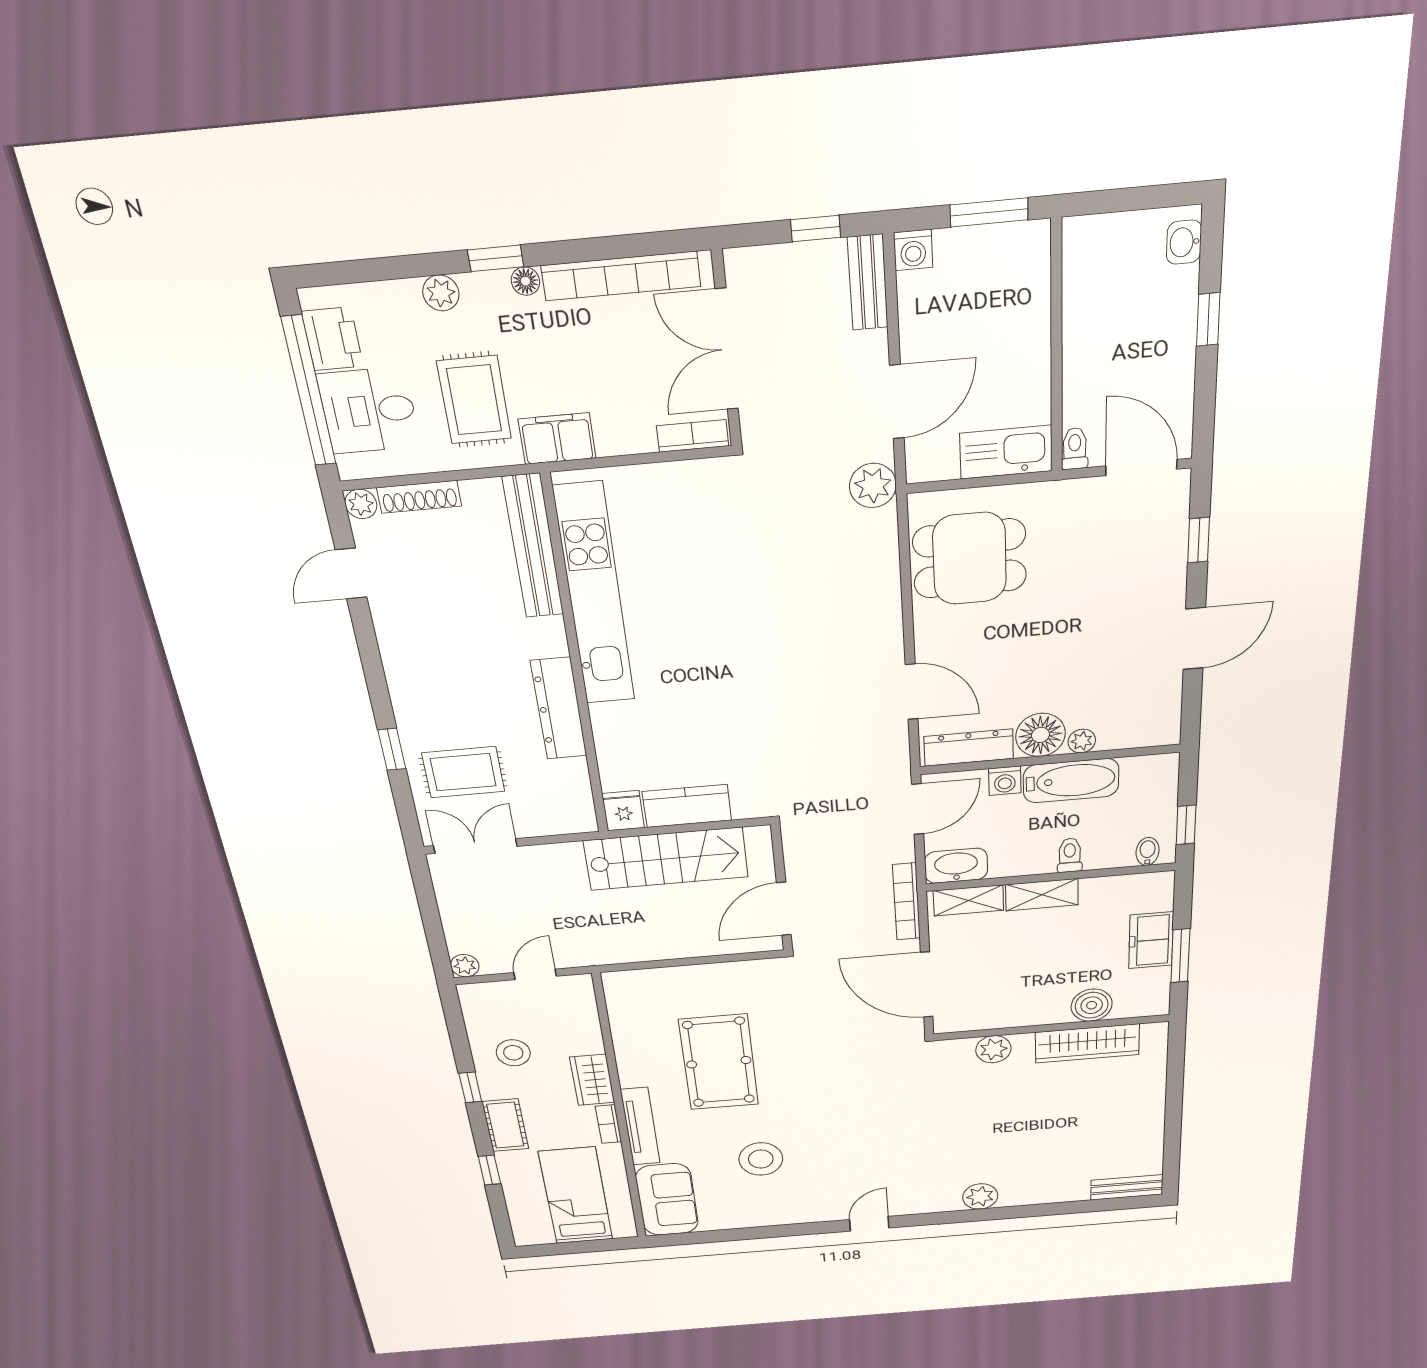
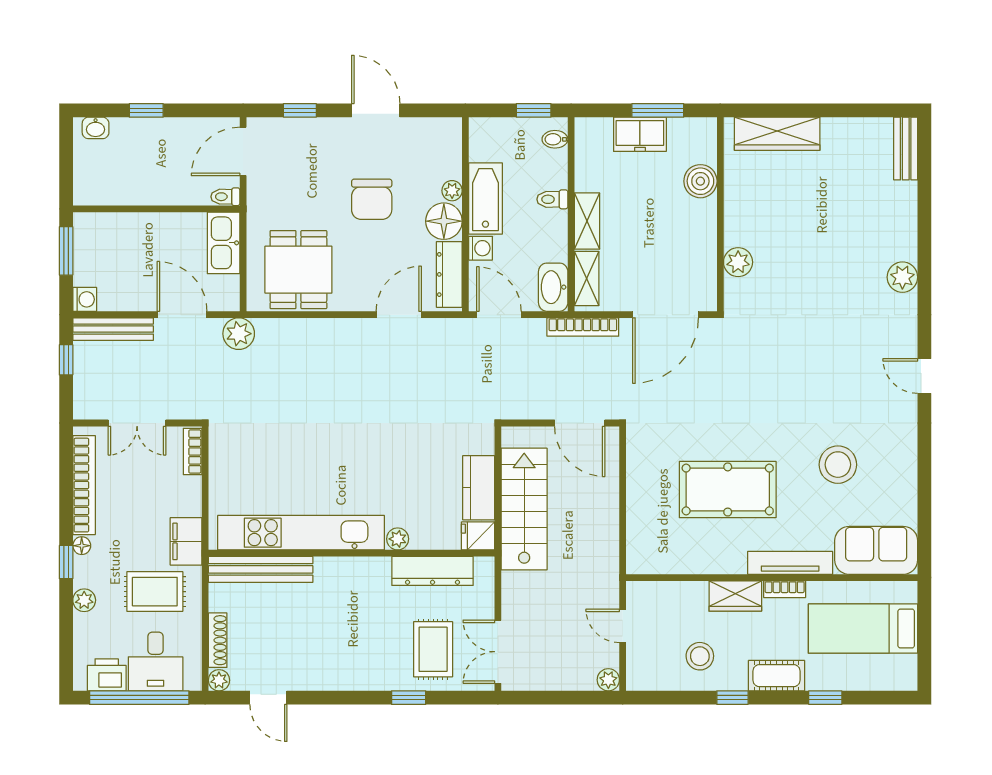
bench: (868, 282) -> (113, 329), width x1.36
double door: (727, 350) -> (137, 423), width x0.73
chair: (1070, 644) -> (372, 199), added
dresser: (559, 709) -> (433, 571), moved
plant: (605, 717) -> (398, 539), added
wardrobe: (1087, 1043) -> (777, 134), moved, turned 90

